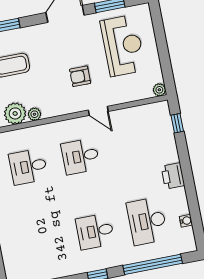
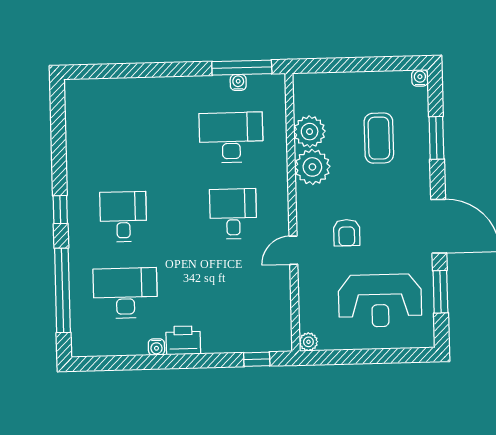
armchair: (80, 76) -> (347, 233), turned 180
plant: (34, 114) -> (312, 167), width x1.88, depth x1.88
desk: (28, 167) -> (231, 138), width x1.37
water cooler: (186, 221) -> (156, 347), moved

